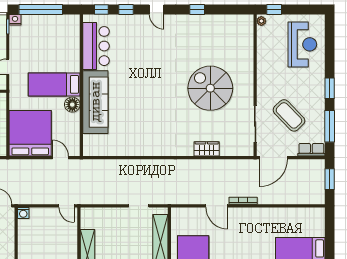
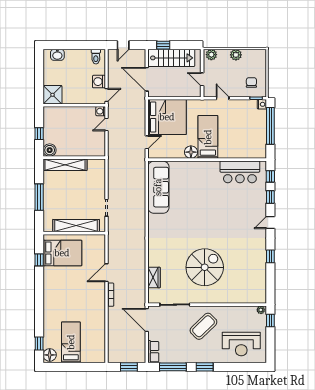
sofa: (95, 102) -> (158, 187), moved, turned -90
coffee table: (289, 115) -> (203, 326), moved
wardrobe: (207, 149) -> (154, 278), moved
door: (67, 206) -> (106, 124), moved

